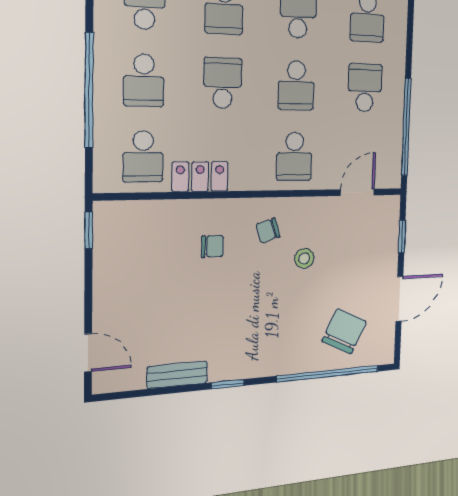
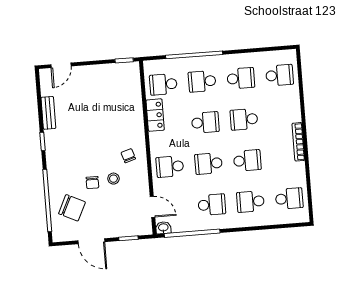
washbasin: (392, 176) -> (163, 228), added
chair: (212, 246) -> (92, 183), moved

